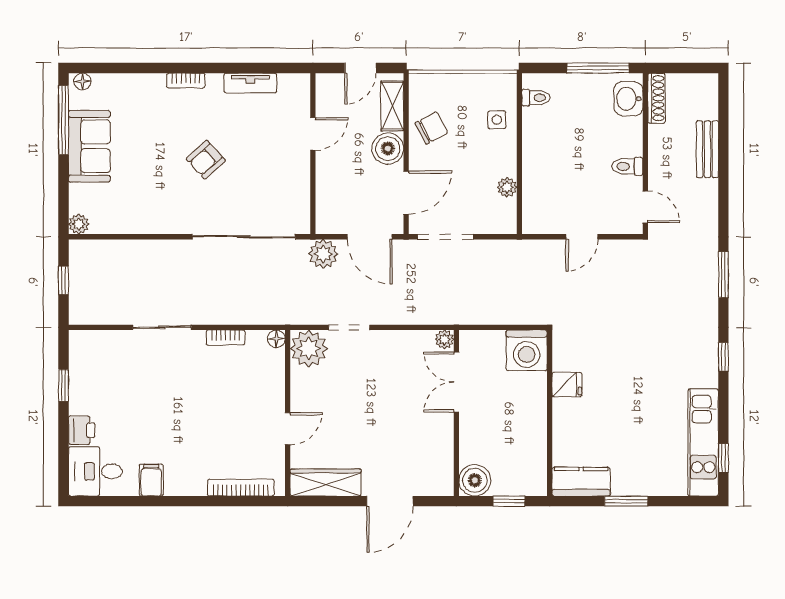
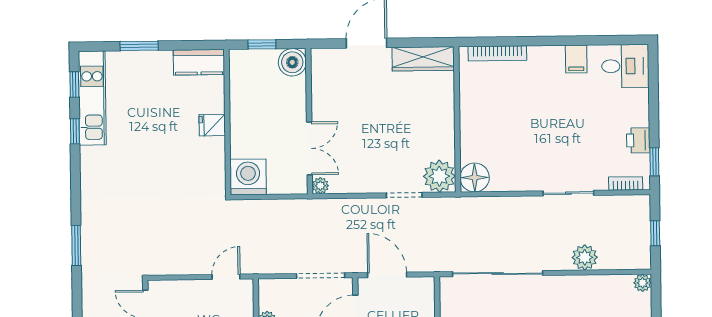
door: (582, 237) -> (226, 277), moved
plant: (323, 254) -> (585, 257), moved
bookcase: (225, 338) -> (626, 183), moved
floor lamp: (276, 339) -> (475, 177), width x1.89, depth x1.89
window: (723, 357) -> (75, 131), moved
window: (64, 385) -> (654, 162), moved
fridge: (567, 385) -> (212, 125), moved
door: (288, 429) -> (457, 106), removed
printer: (82, 430) -> (638, 140), moved
window: (626, 501) -> (139, 46), moved

